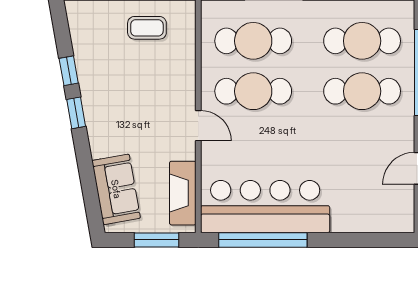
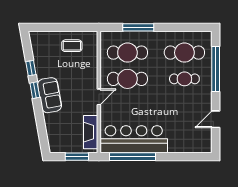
cafe table: (362, 91) -> (184, 79), width x0.73, depth x0.74
door: (198, 126) -> (99, 97), hinge flipped
sofa: (116, 189) -> (50, 95), moved

